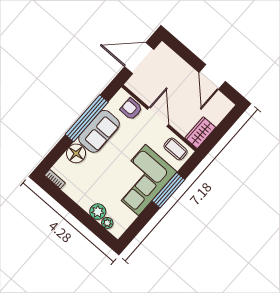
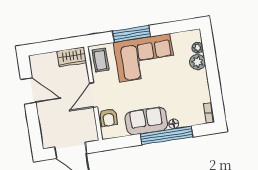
door: (212, 77) -> (28, 91), hinge flipped
window: (87, 118) -> (167, 135), moved
floor lamp: (76, 153) -> (174, 124), width x0.53, depth x0.53

